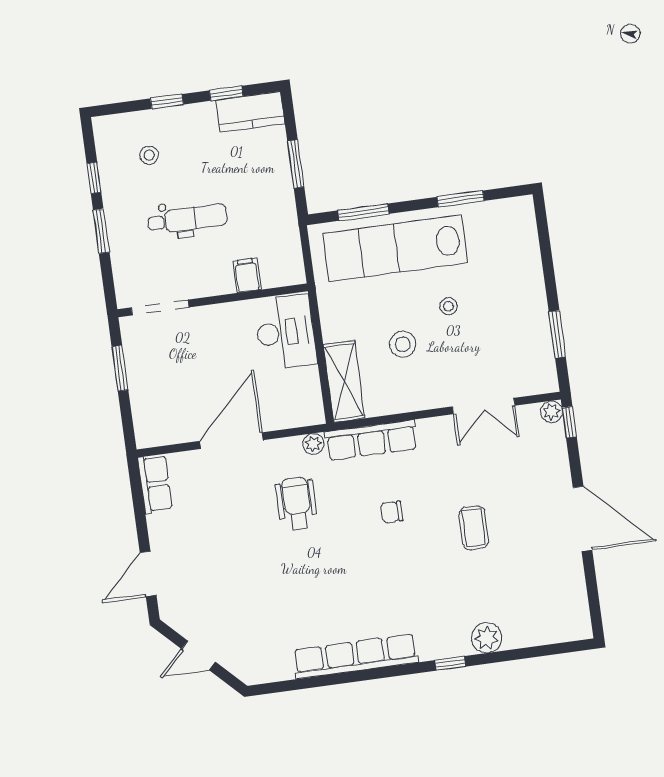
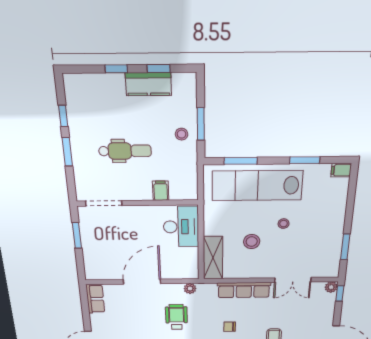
kitchen counter: (250, 112) -> (148, 84), moved
stool: (149, 155) -> (182, 134), moved
filing cabinet: (520, 207) -> (341, 170), added
row of seats: (371, 440) -> (244, 290), moved

